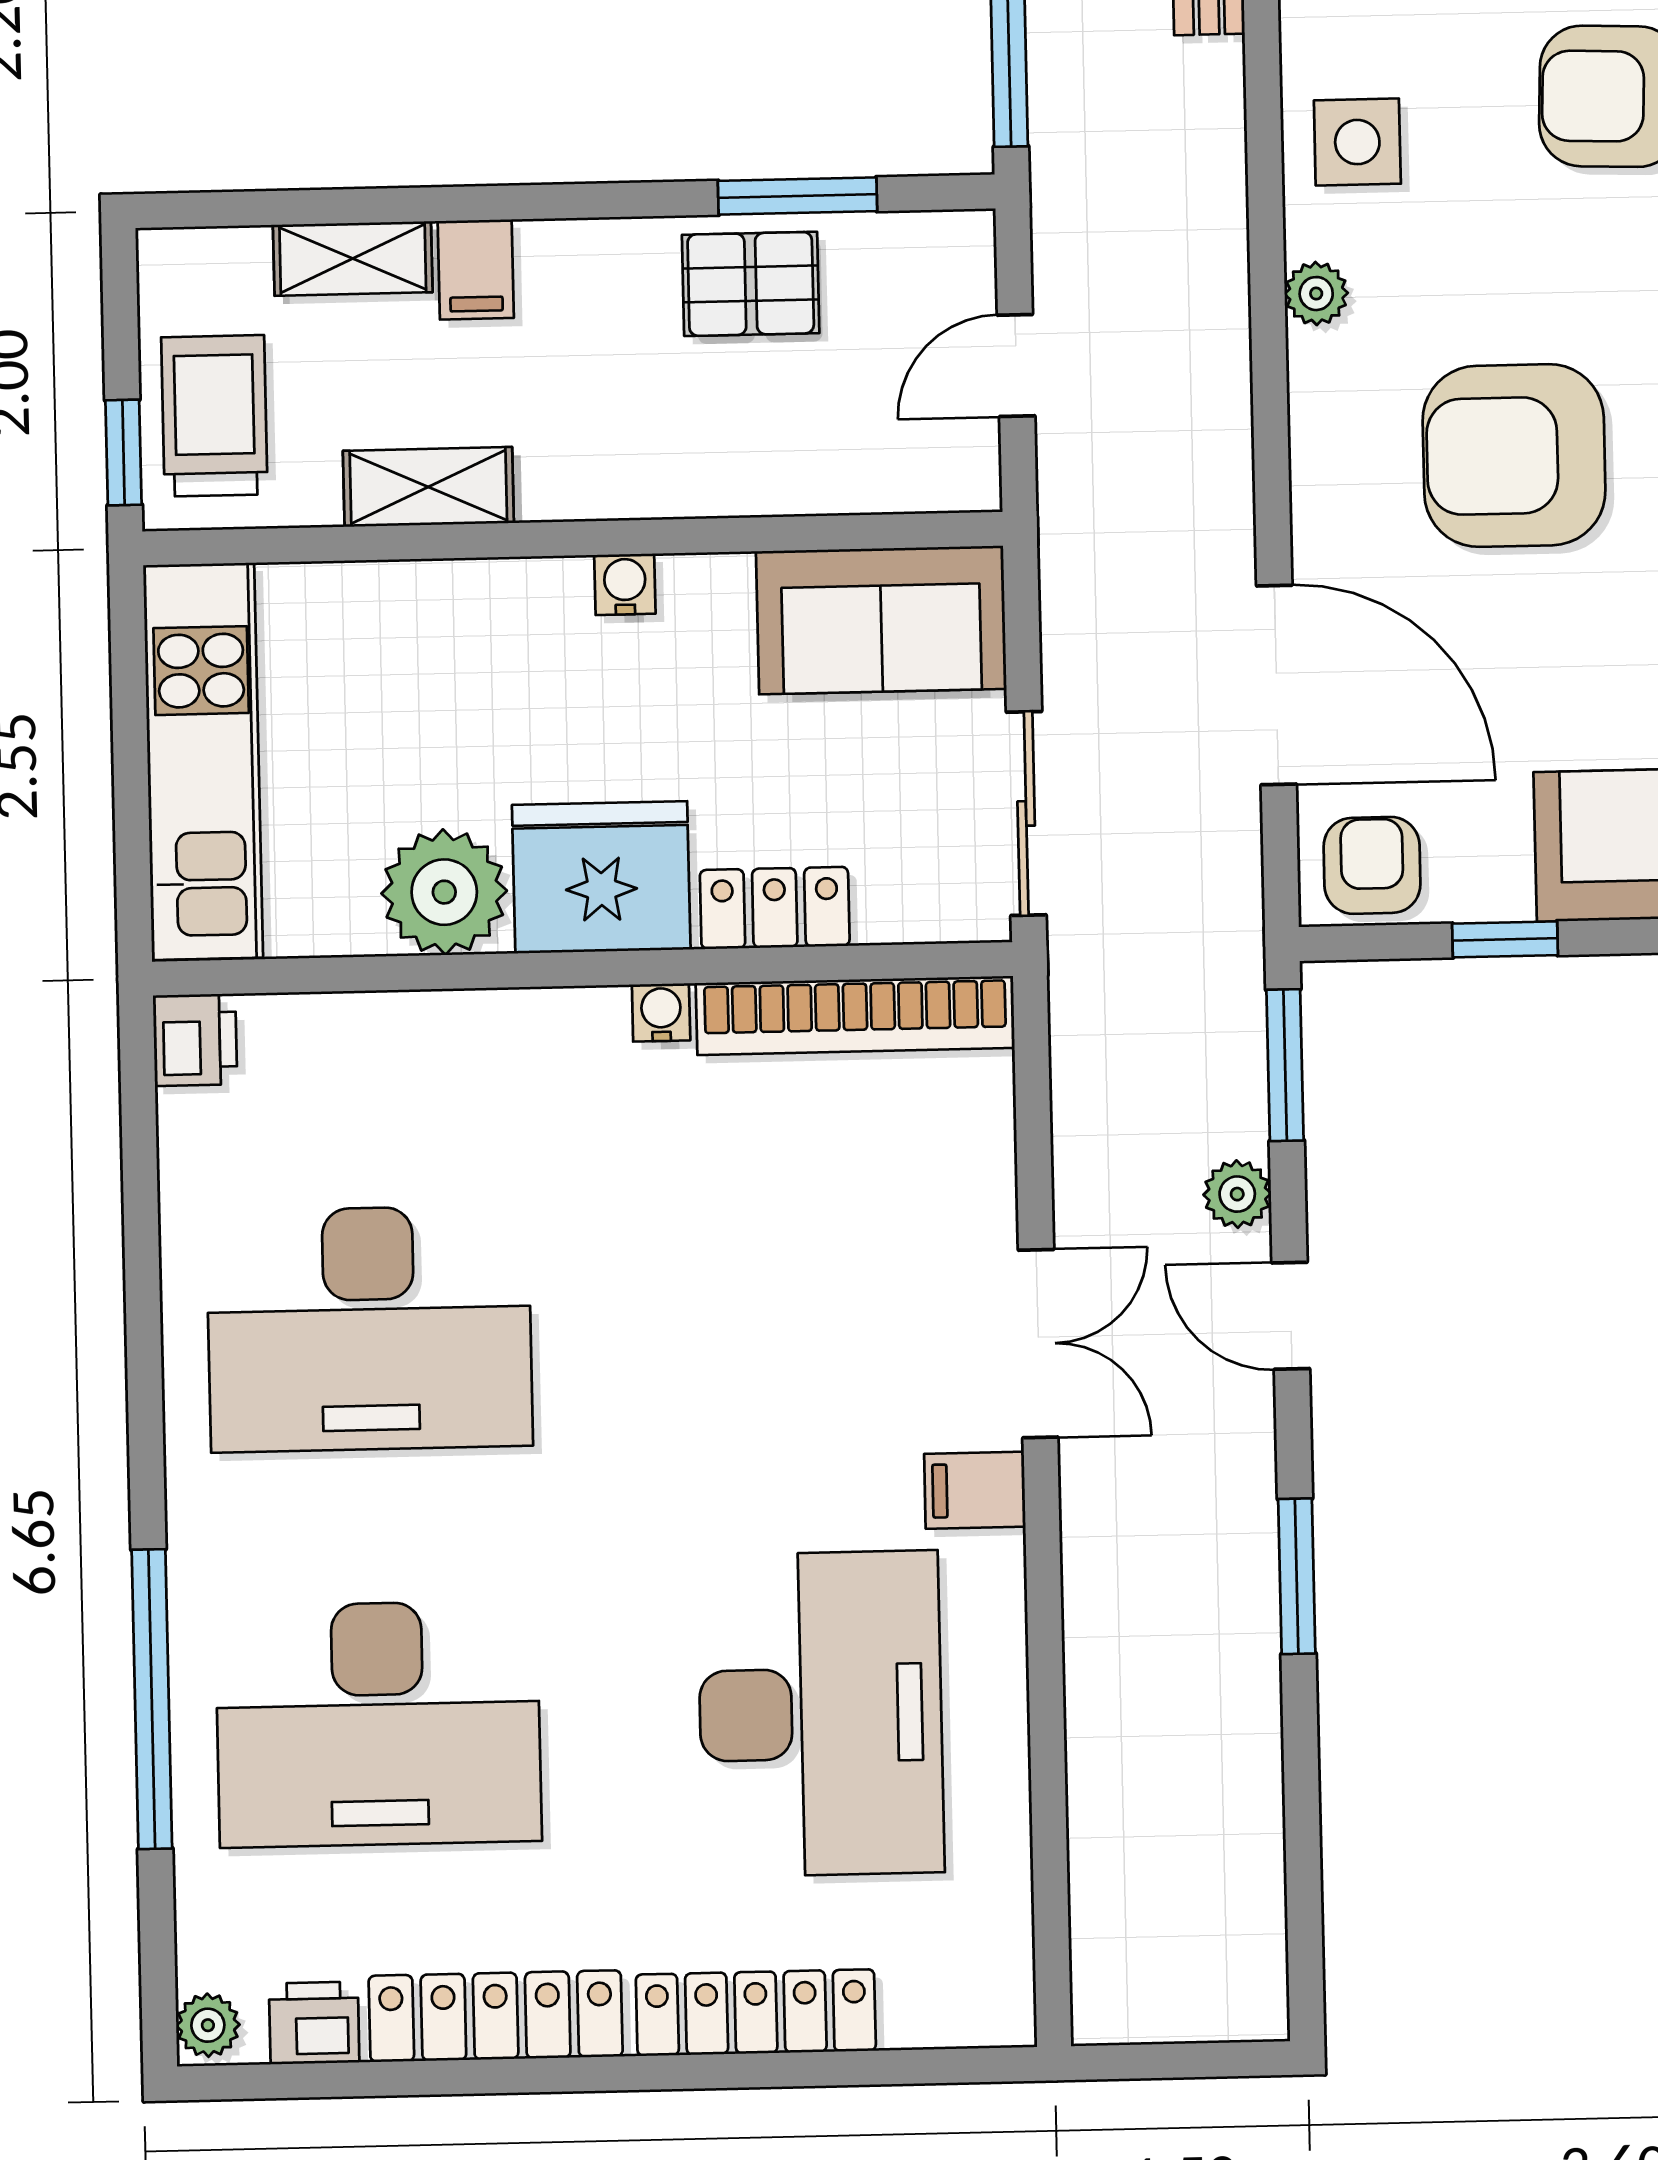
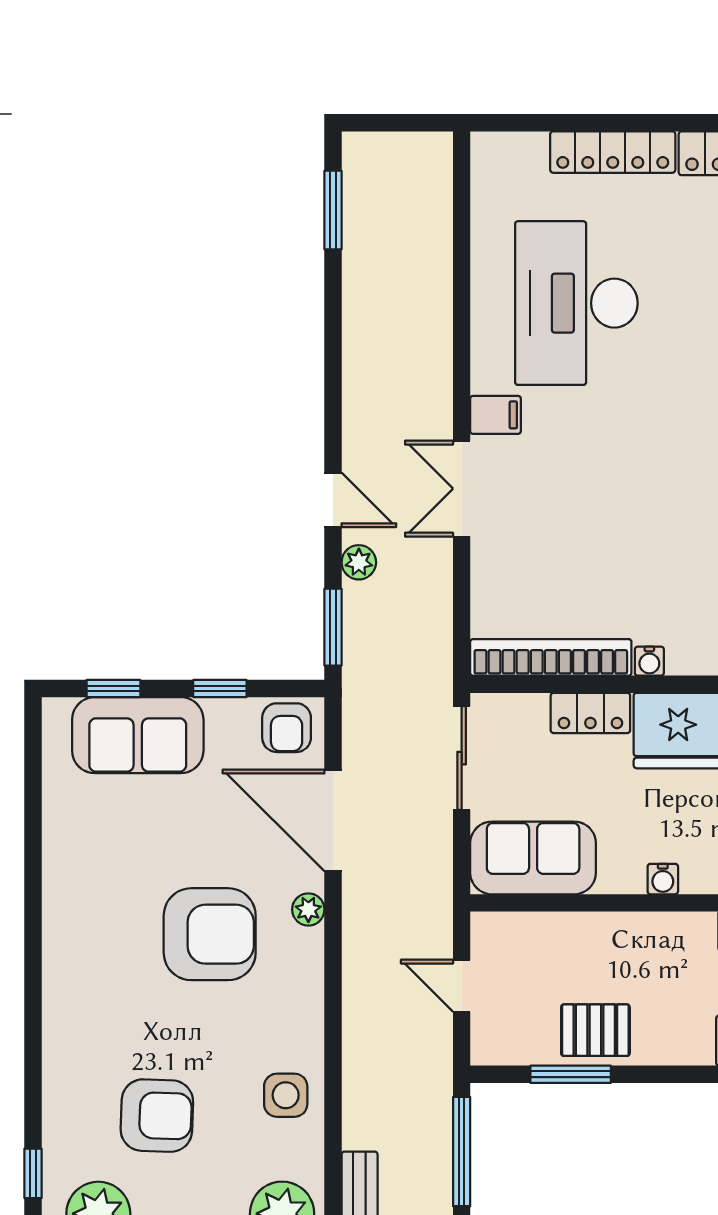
plant: (1316, 294) -> (308, 909), moved
door: (1016, 365) -> (462, 986), swing flipped
window: (1297, 1576) -> (333, 210), moved

